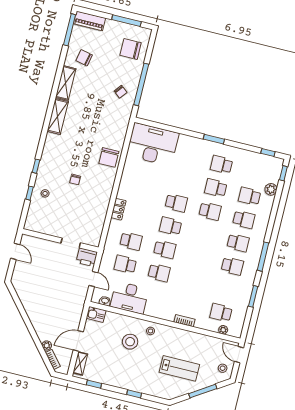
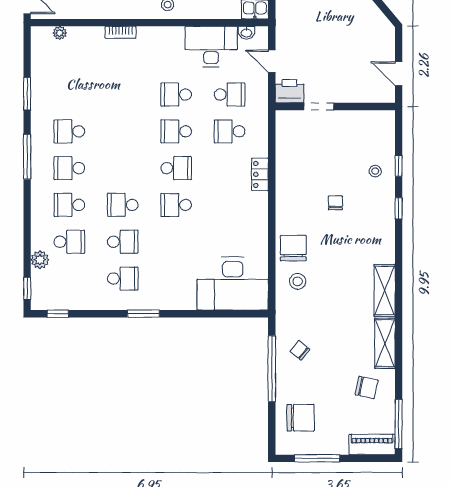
stool: (111, 136) -> (298, 281), added
school desk: (221, 313) -> (69, 58), removed

